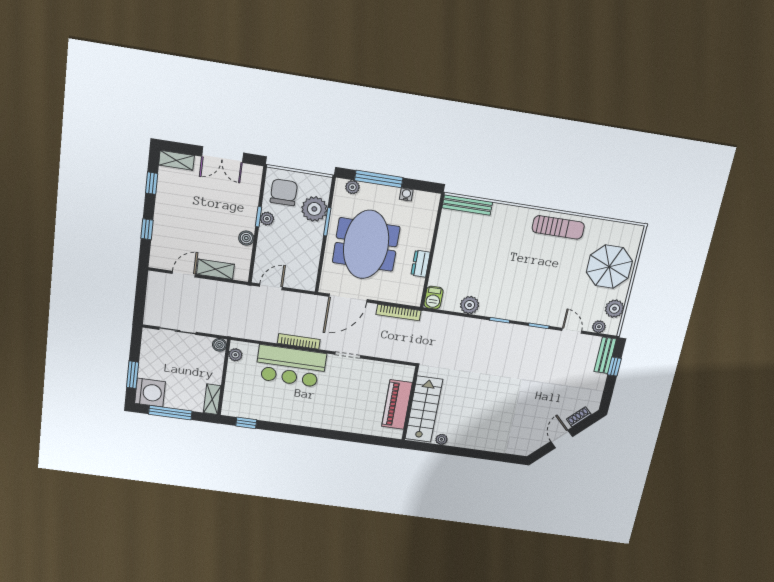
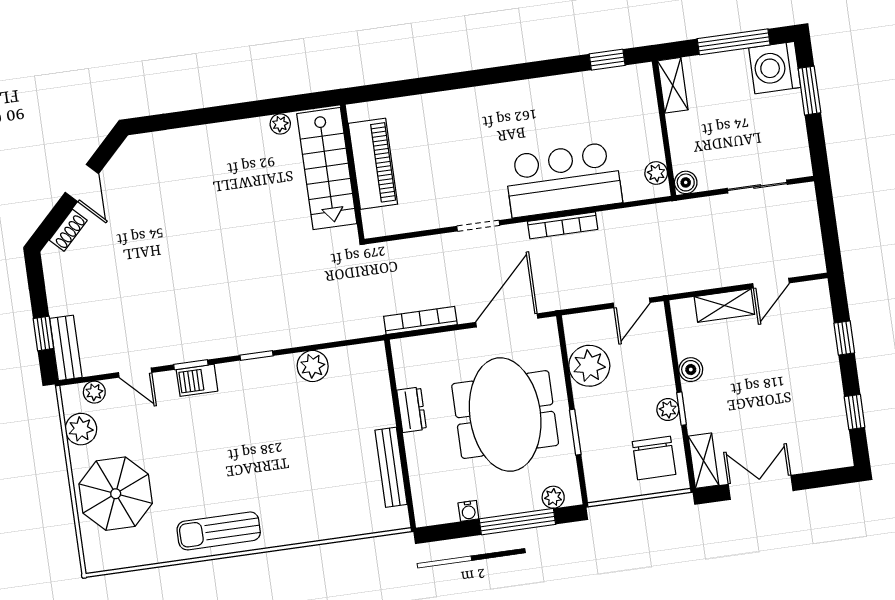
shelving: (177, 160) -> (704, 461), moved, turned 90
bench: (467, 205) -> (391, 467), moved, turned 90
plant: (314, 209) -> (589, 366), moved
barbecue: (433, 298) -> (197, 380), moved, turned -90

